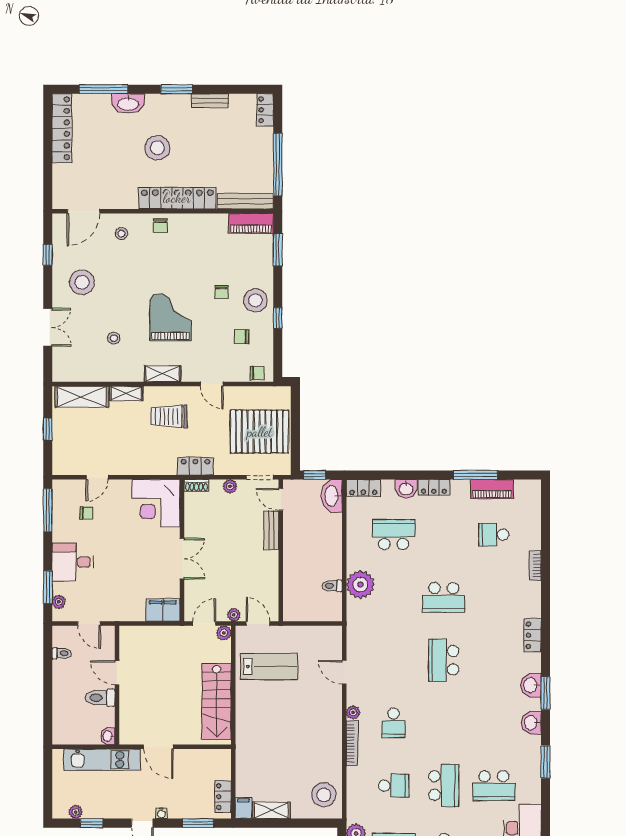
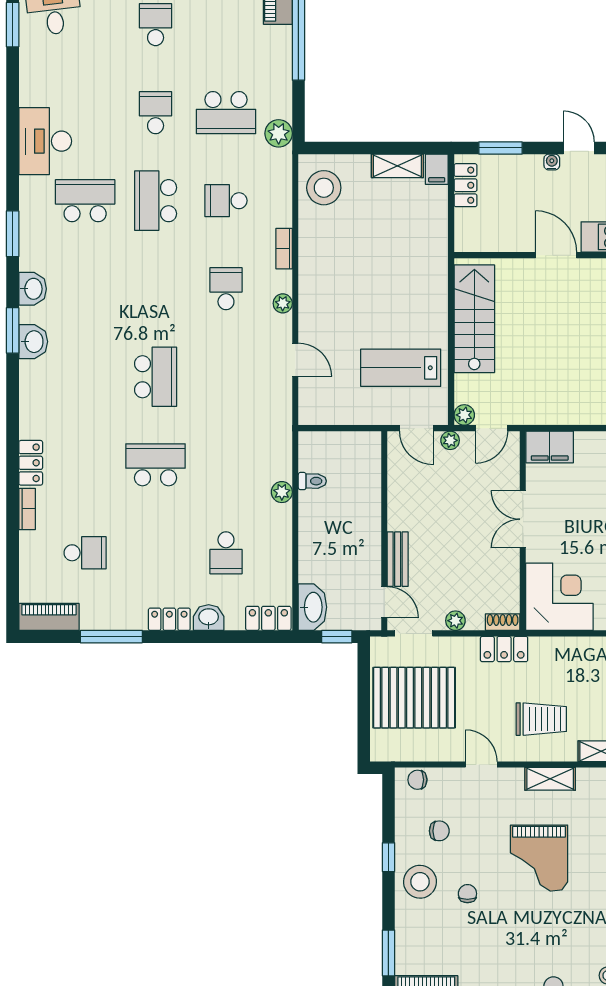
piano: (492, 489) -> (49, 617), moved
school desk: (394, 535) -> (226, 553), width x0.54
plant: (360, 585) -> (282, 492), width x0.53, depth x0.53
locker: (533, 635) -> (31, 463), moved
bookcase: (352, 743) -> (284, 249), width x0.64

